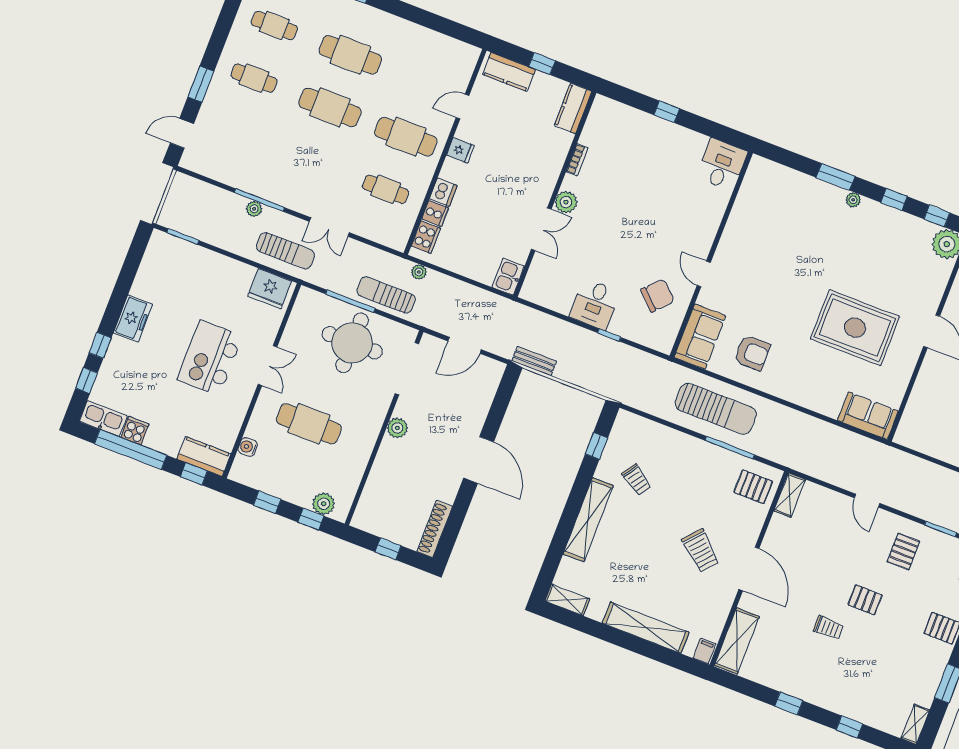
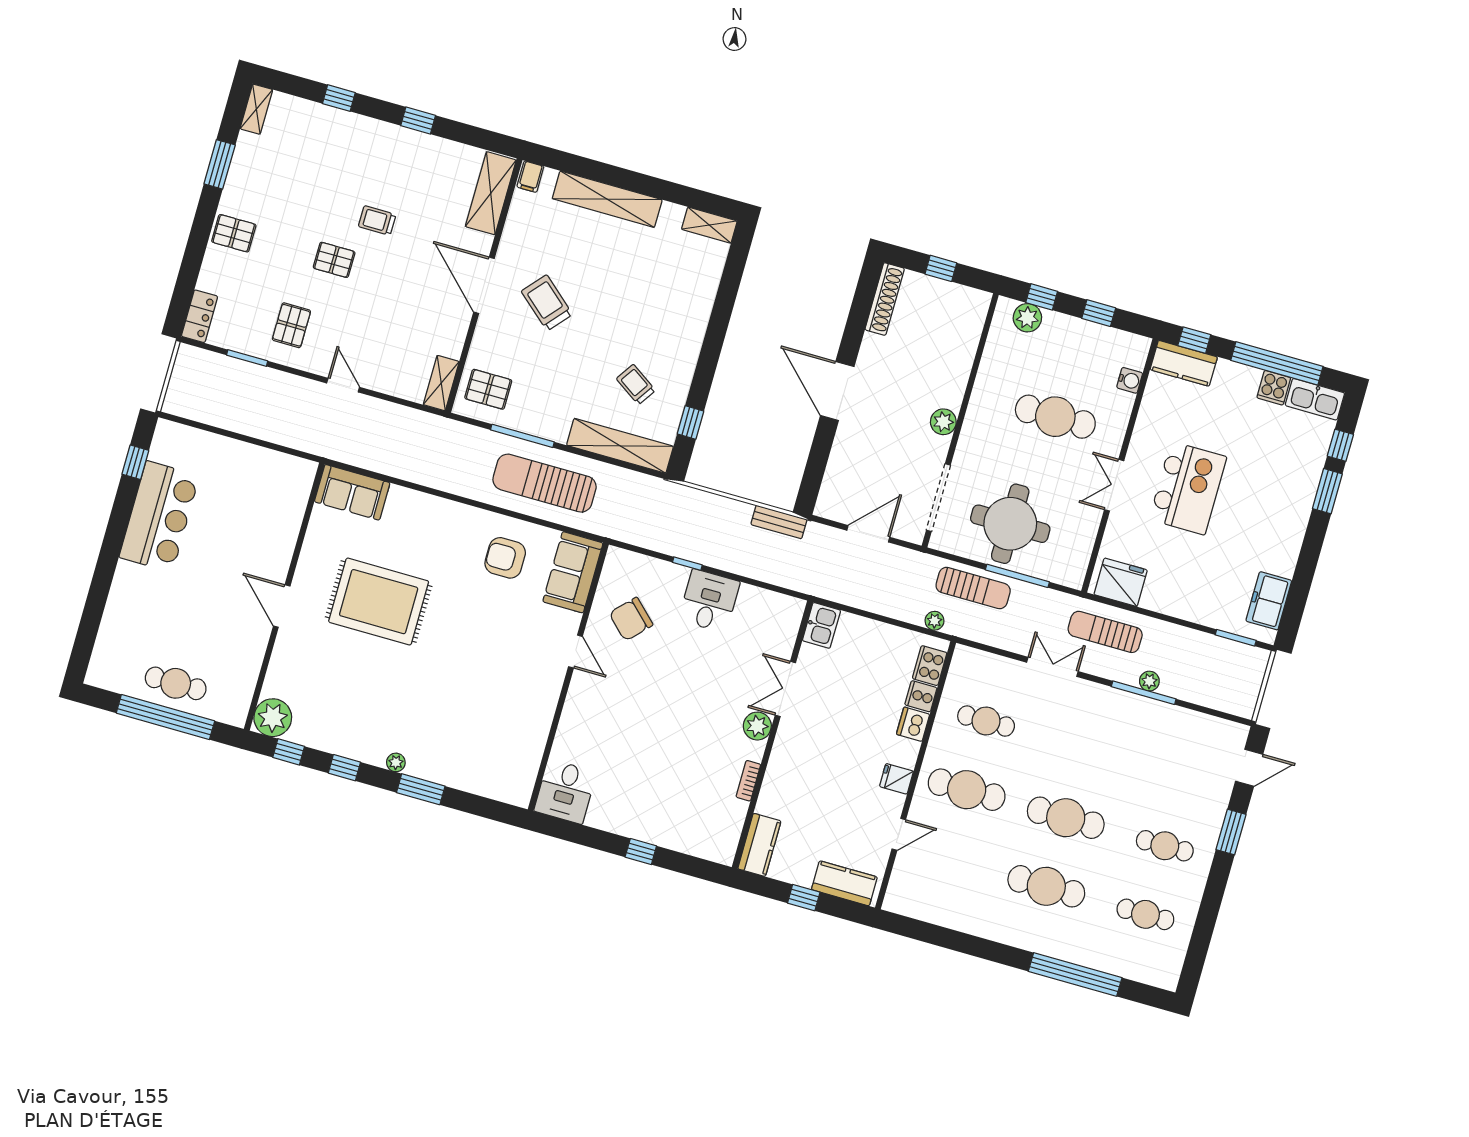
freezer: (133, 318) -> (1269, 601), moved
window: (100, 345) -> (1327, 491), width x1.50
shelving: (588, 520) -> (620, 446), moved, turned 90

